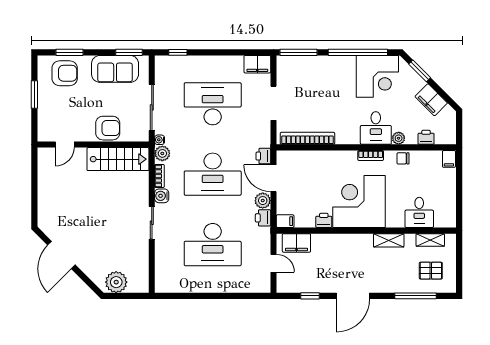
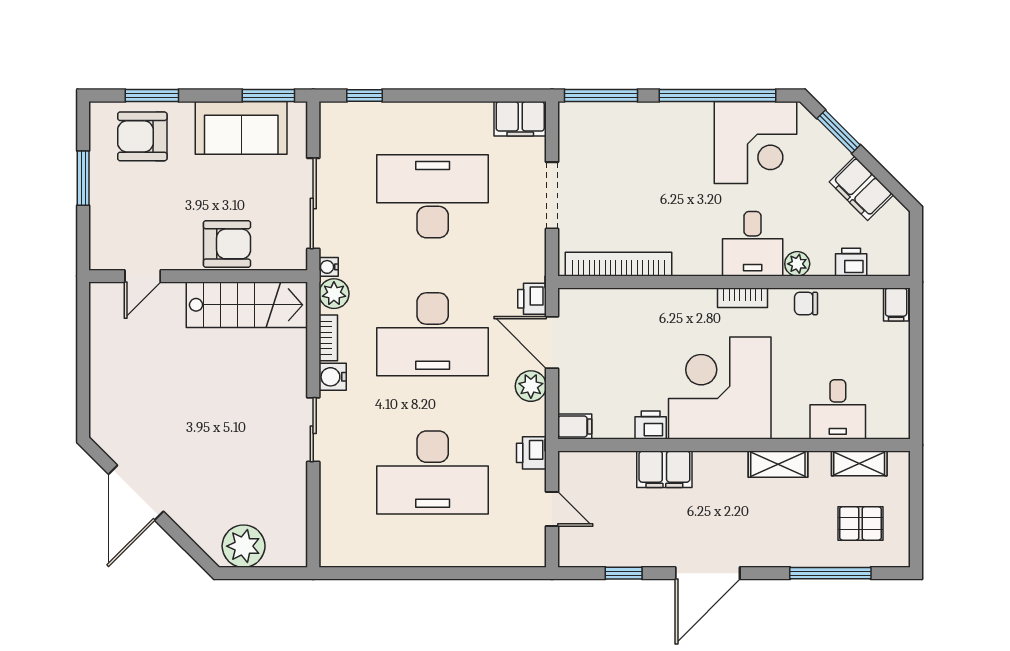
armchair: (65, 73) -> (142, 136), turned 180
printer: (263, 218) -> (531, 453), moved
filing cabinet: (296, 243) -> (664, 469), moved

